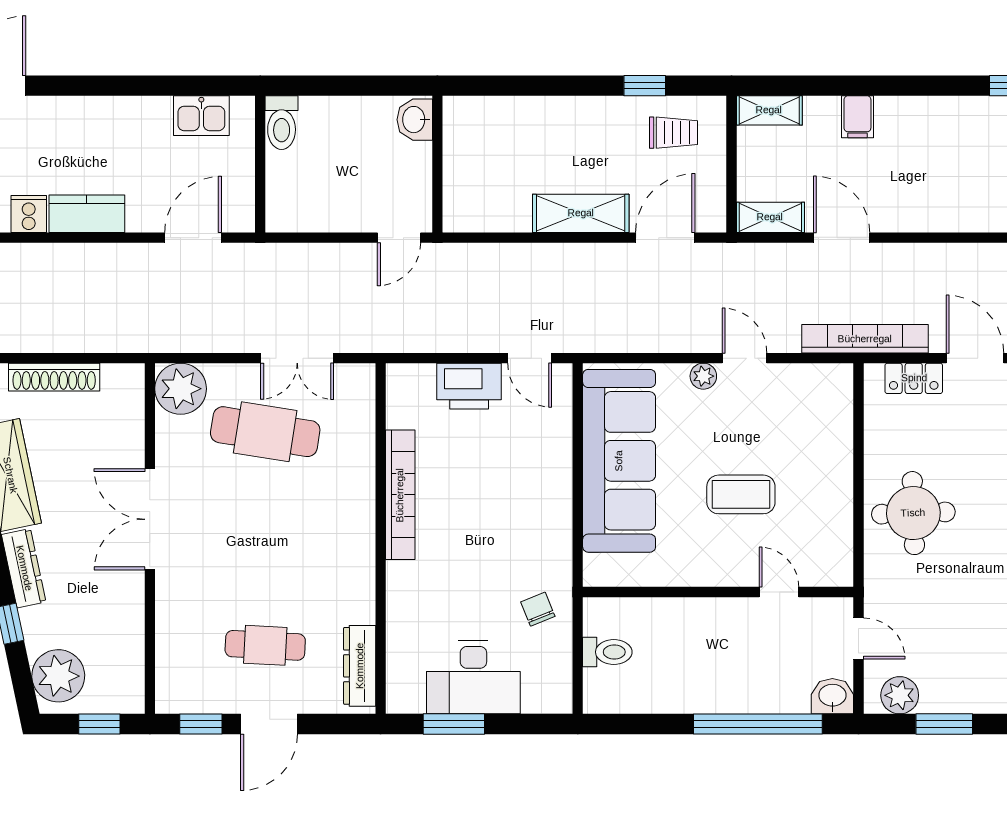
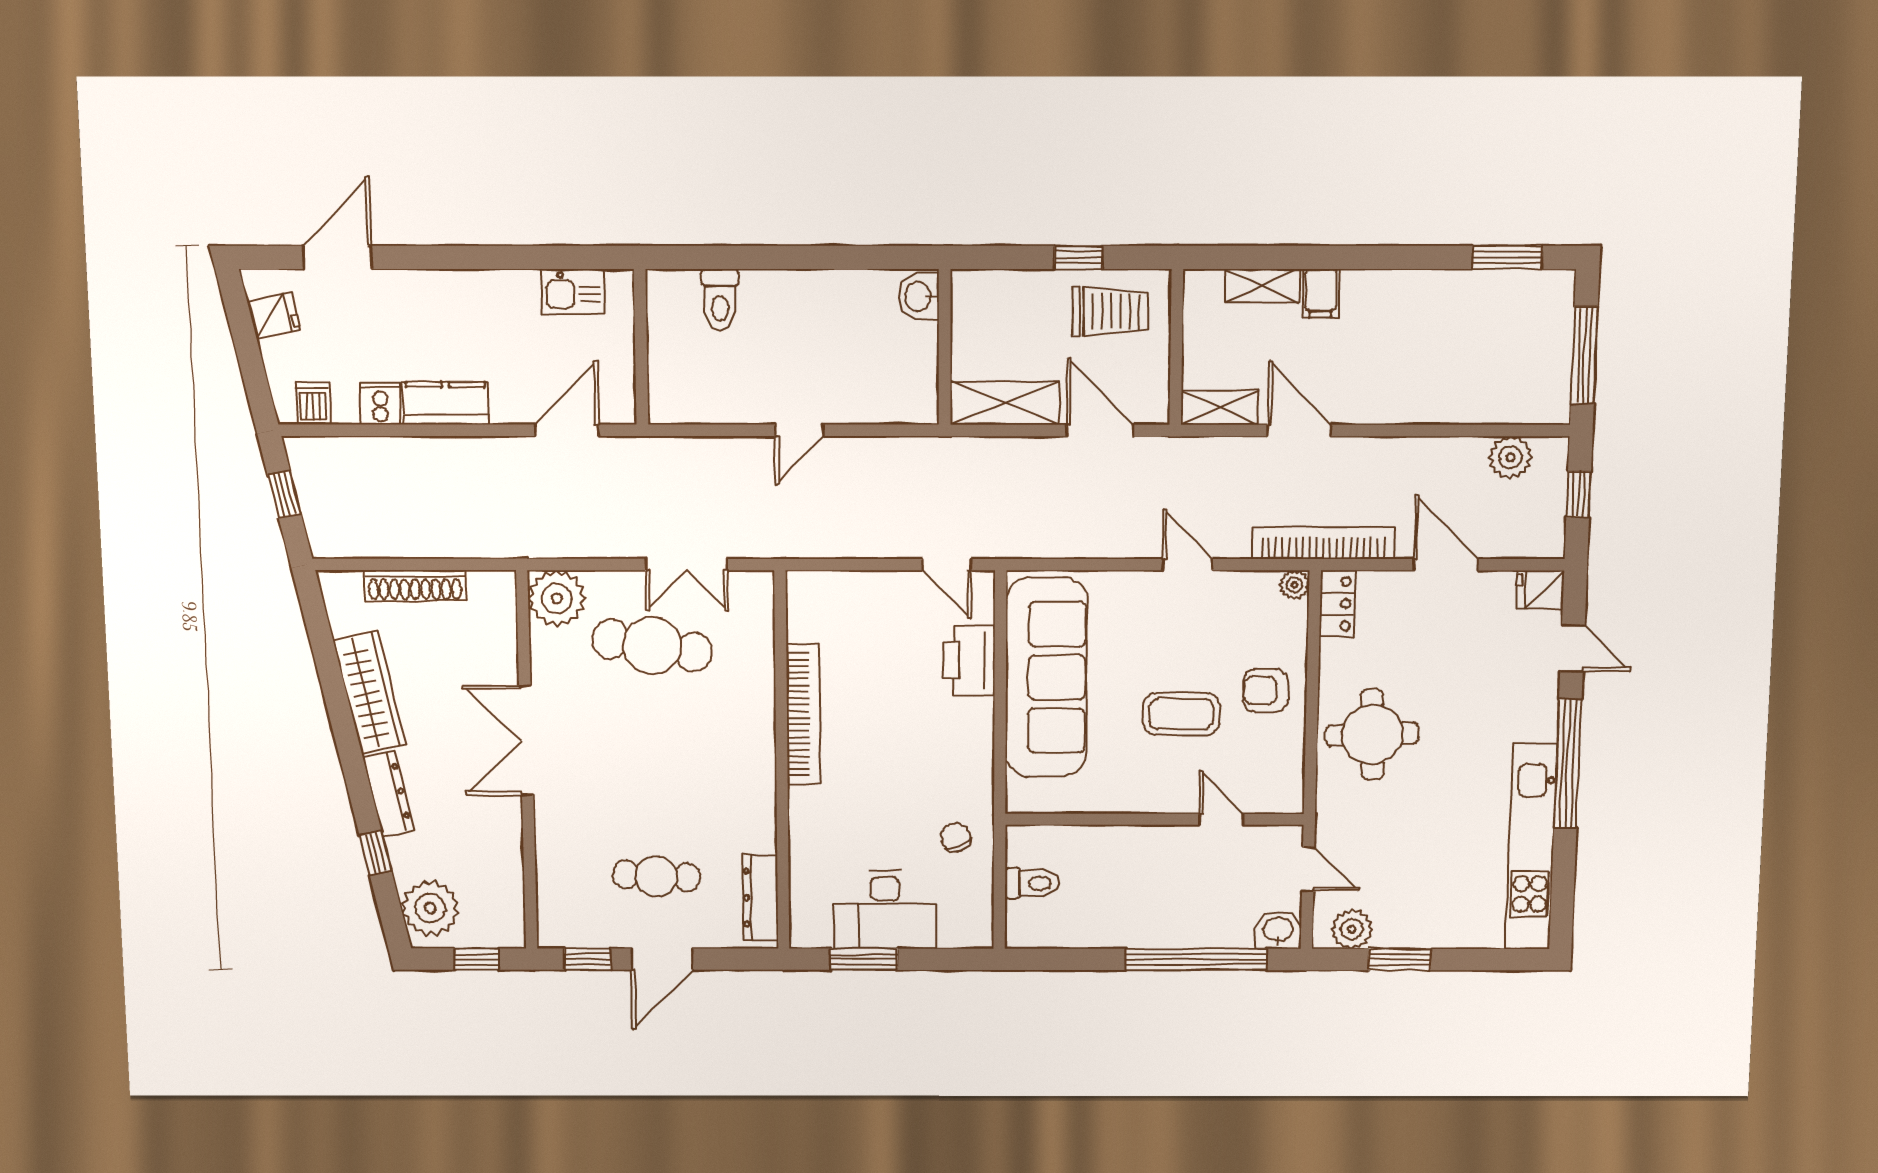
shelving: (769, 110) -> (1262, 286), moved
washbasin: (415, 120) -> (919, 296), moved
toilet: (282, 123) -> (720, 300), moved
trolley: (674, 133) -> (1111, 311), width x1.36, depth x1.39
wall: (437, 164) -> (945, 347), moved
door: (665, 238) -> (1100, 430), hinge flipped
plant: (703, 376) -> (1295, 585), moved
locker: (914, 378) -> (1337, 604), moved, turned -90
printer: (469, 386) -> (969, 660), moved, turned 90
armchair: (816, 473) -> (1266, 691), added

